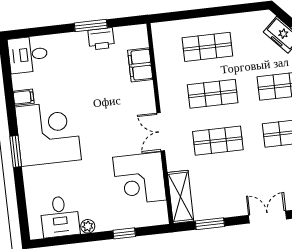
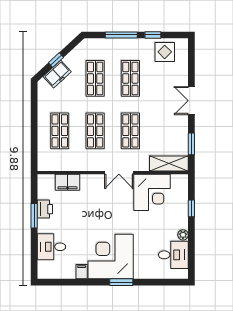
desk: (28, 55) -> (51, 247), moved, turned 90

